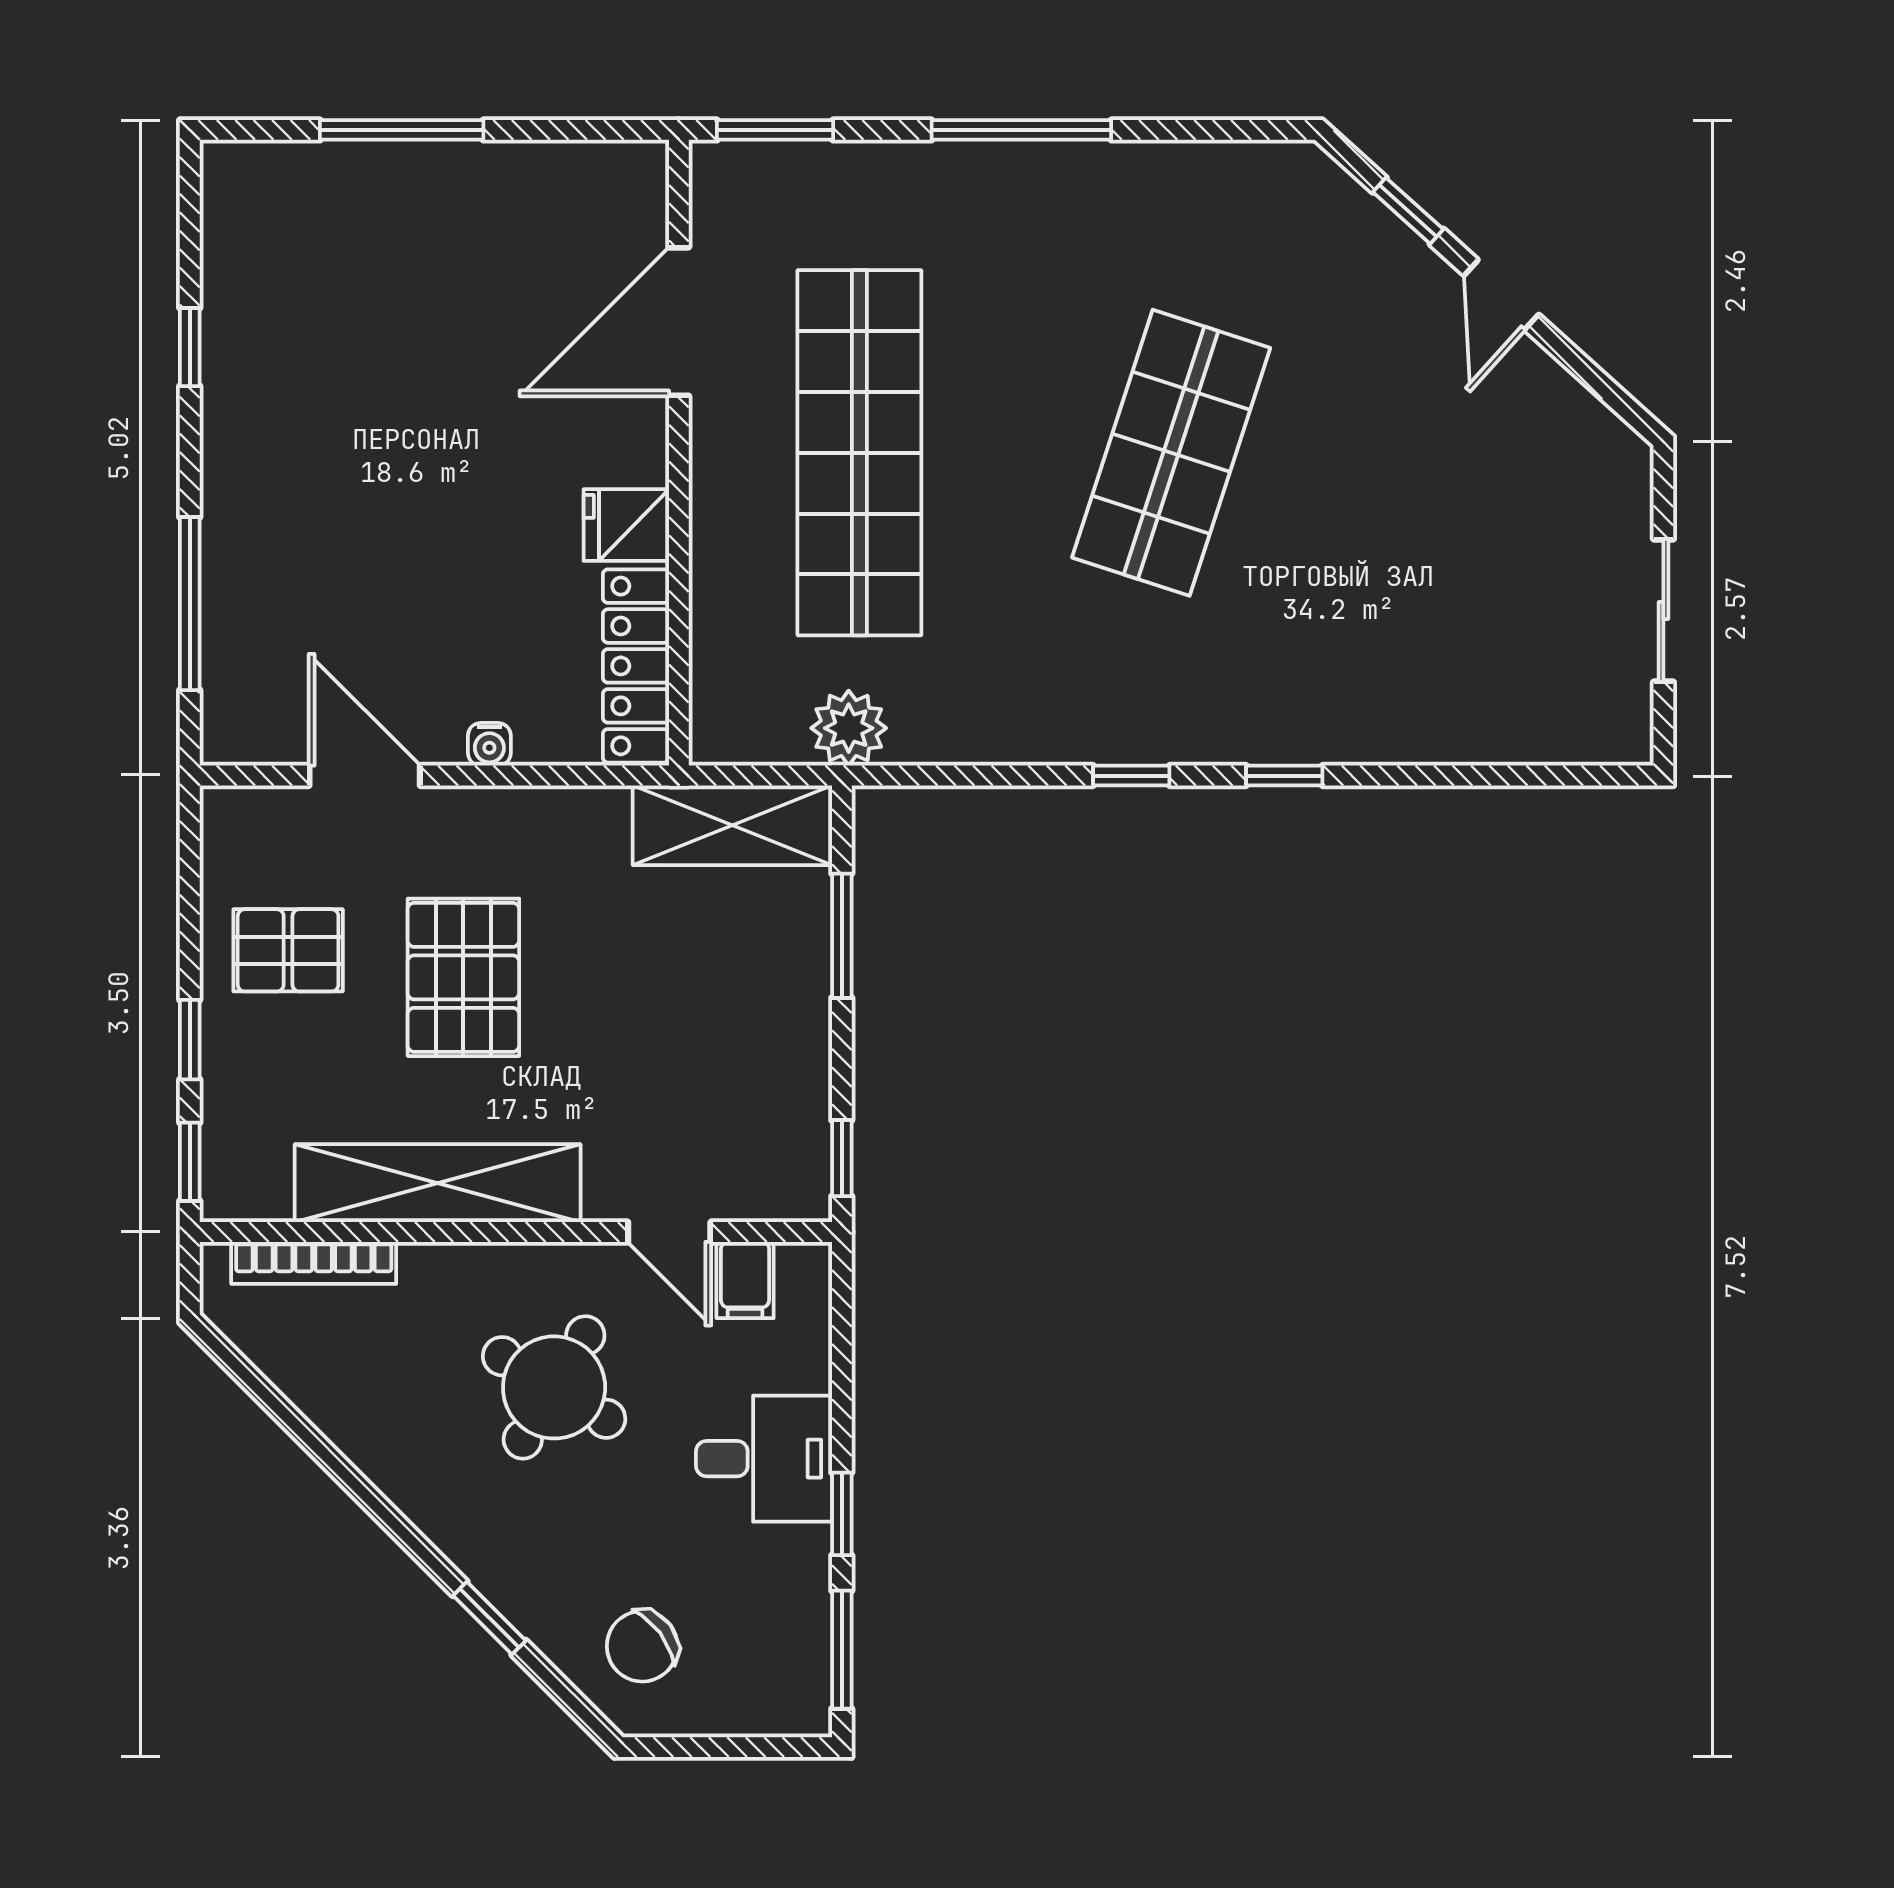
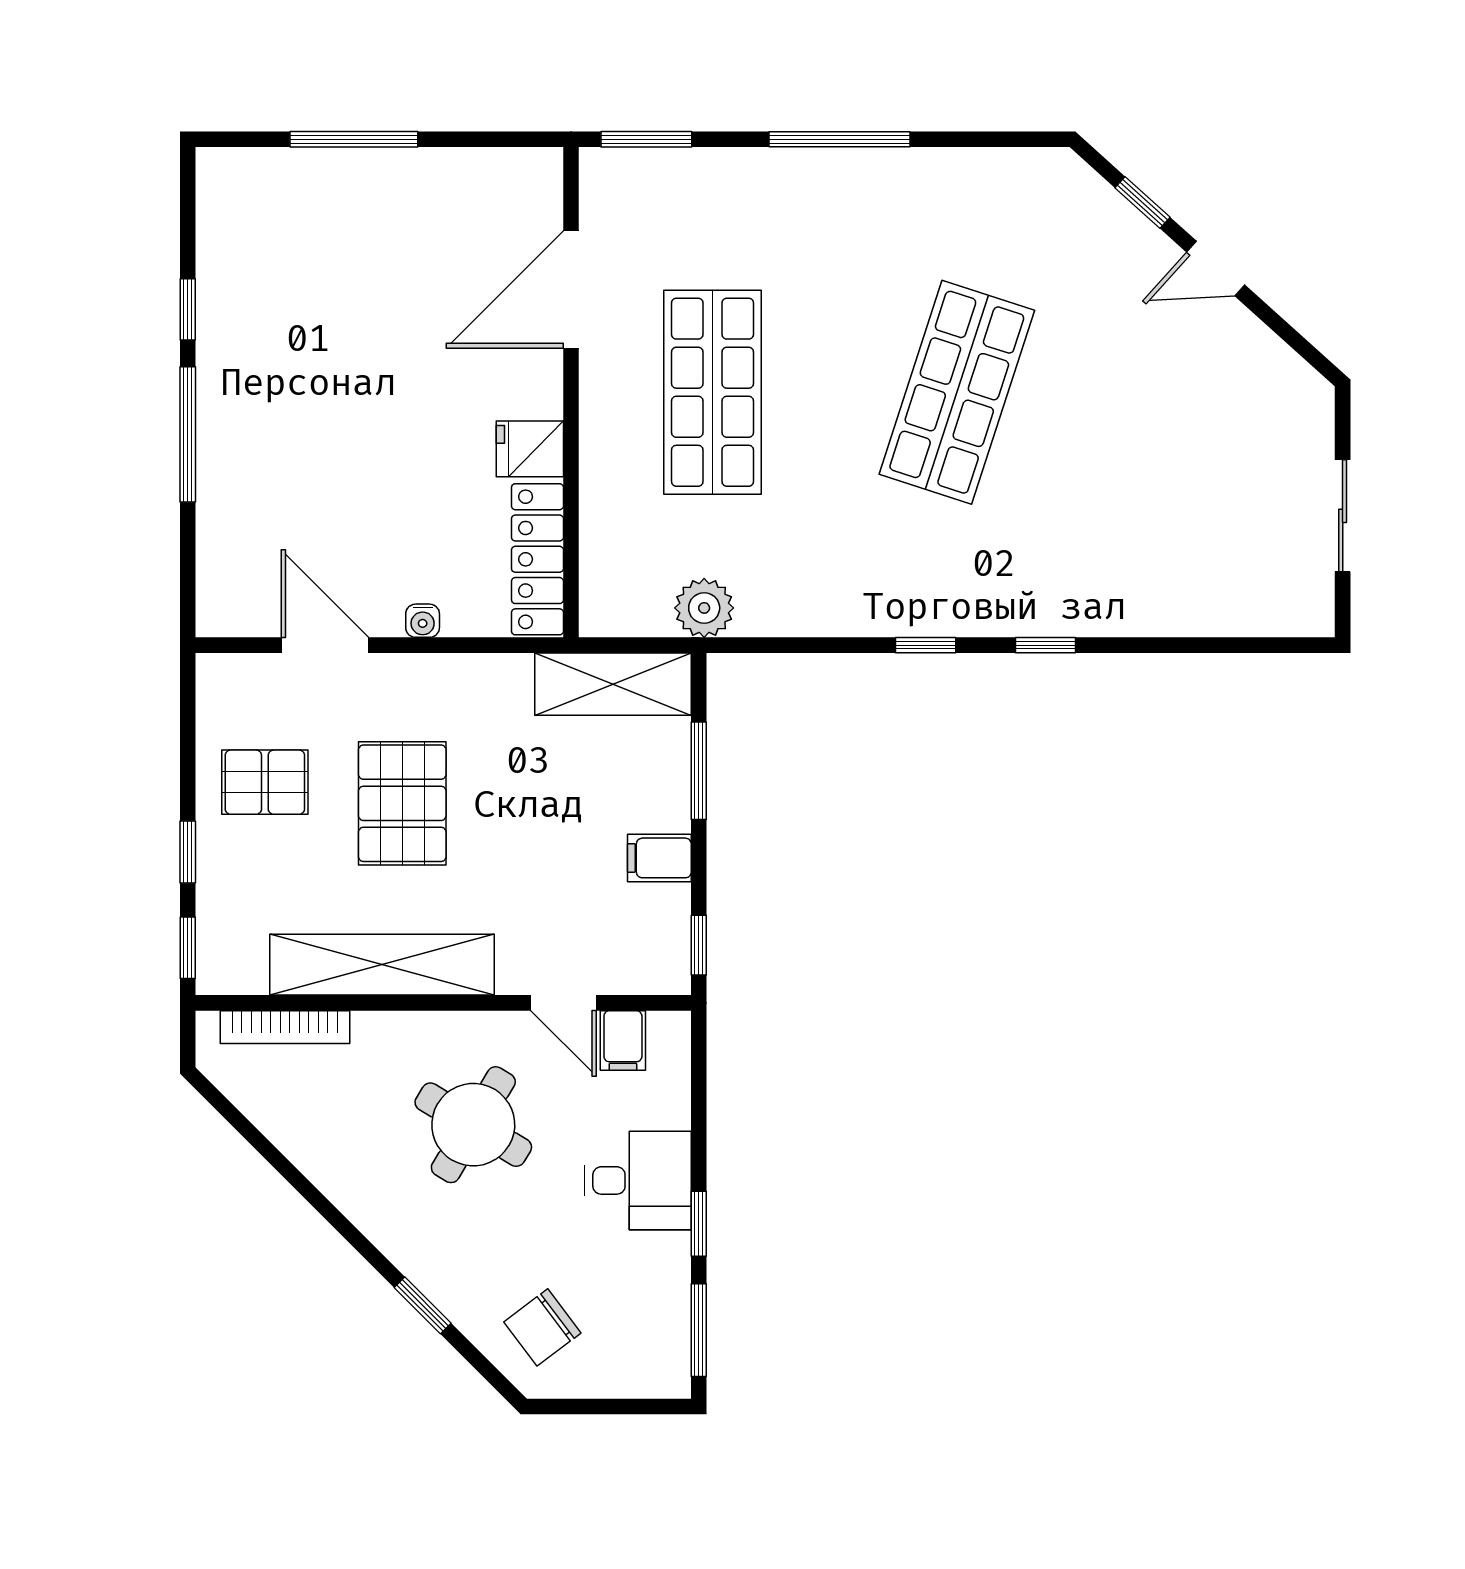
door: (1501, 295) -> (1216, 269), hinge flipped
shop shelf: (859, 453) -> (713, 392), width x0.71
window: (190, 604) -> (188, 434), moved
filing cabinet: (792, 1047) -> (659, 858), added

